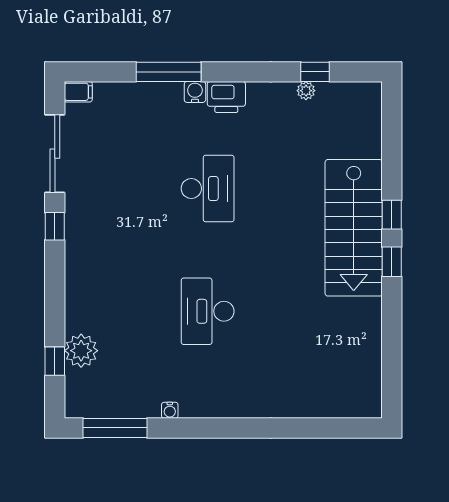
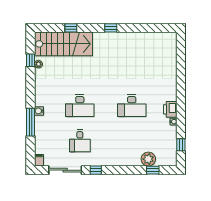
printer: (226, 97) -> (170, 109), moved, turned 180
desk: (124, 189) -> (80, 141), added
desk: (208, 189) -> (80, 106), turned 180
window: (392, 215) -> (71, 28), moved
stairs: (354, 228) -> (63, 44), moved
window: (115, 428) -> (181, 145), width x0.46

